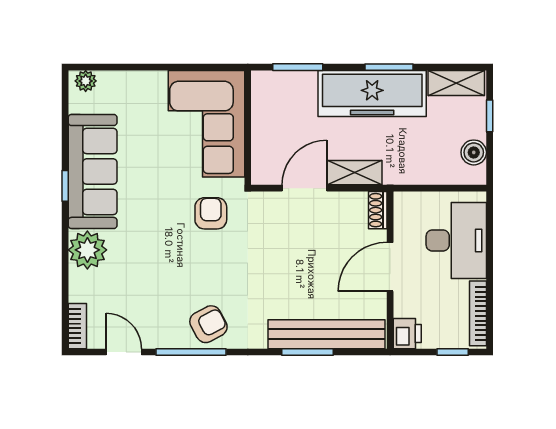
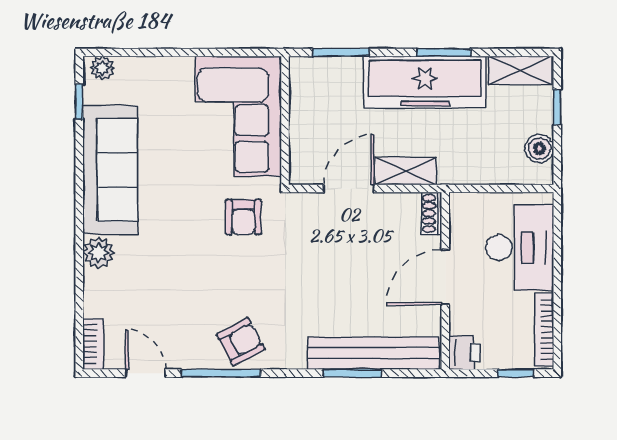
window: (65, 186) -> (79, 102), moved
armchair: (211, 213) -> (243, 217), turned 180
plant: (87, 250) -> (99, 253), width x0.73, depth x0.73

